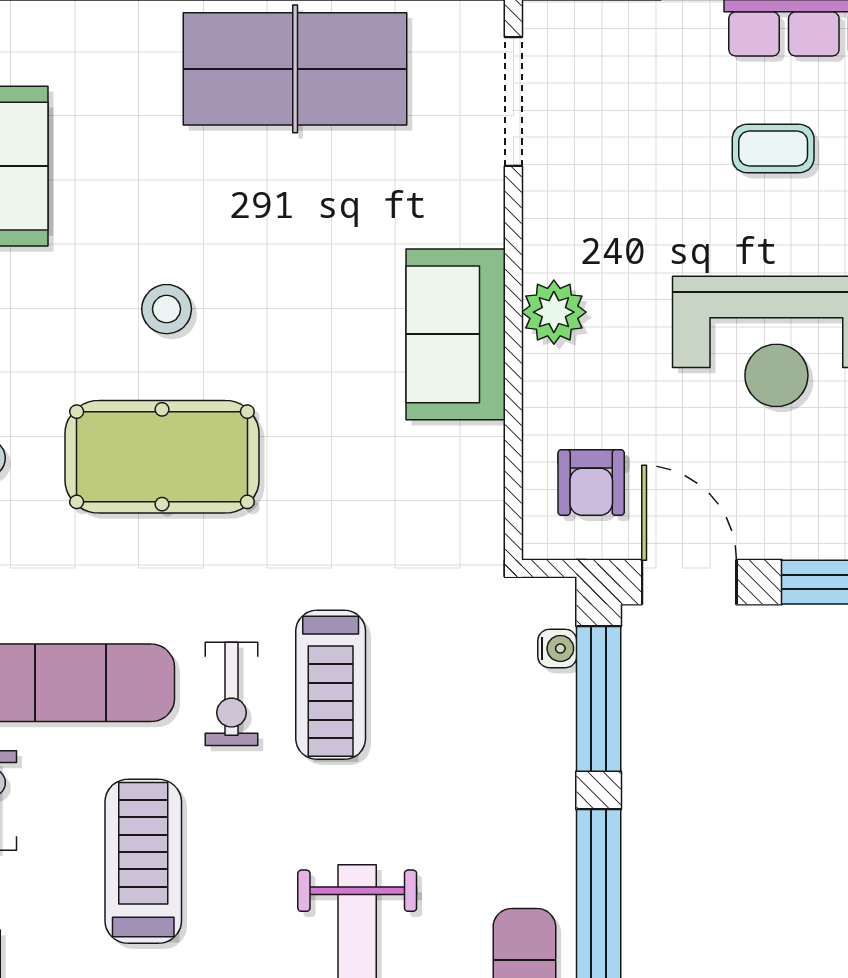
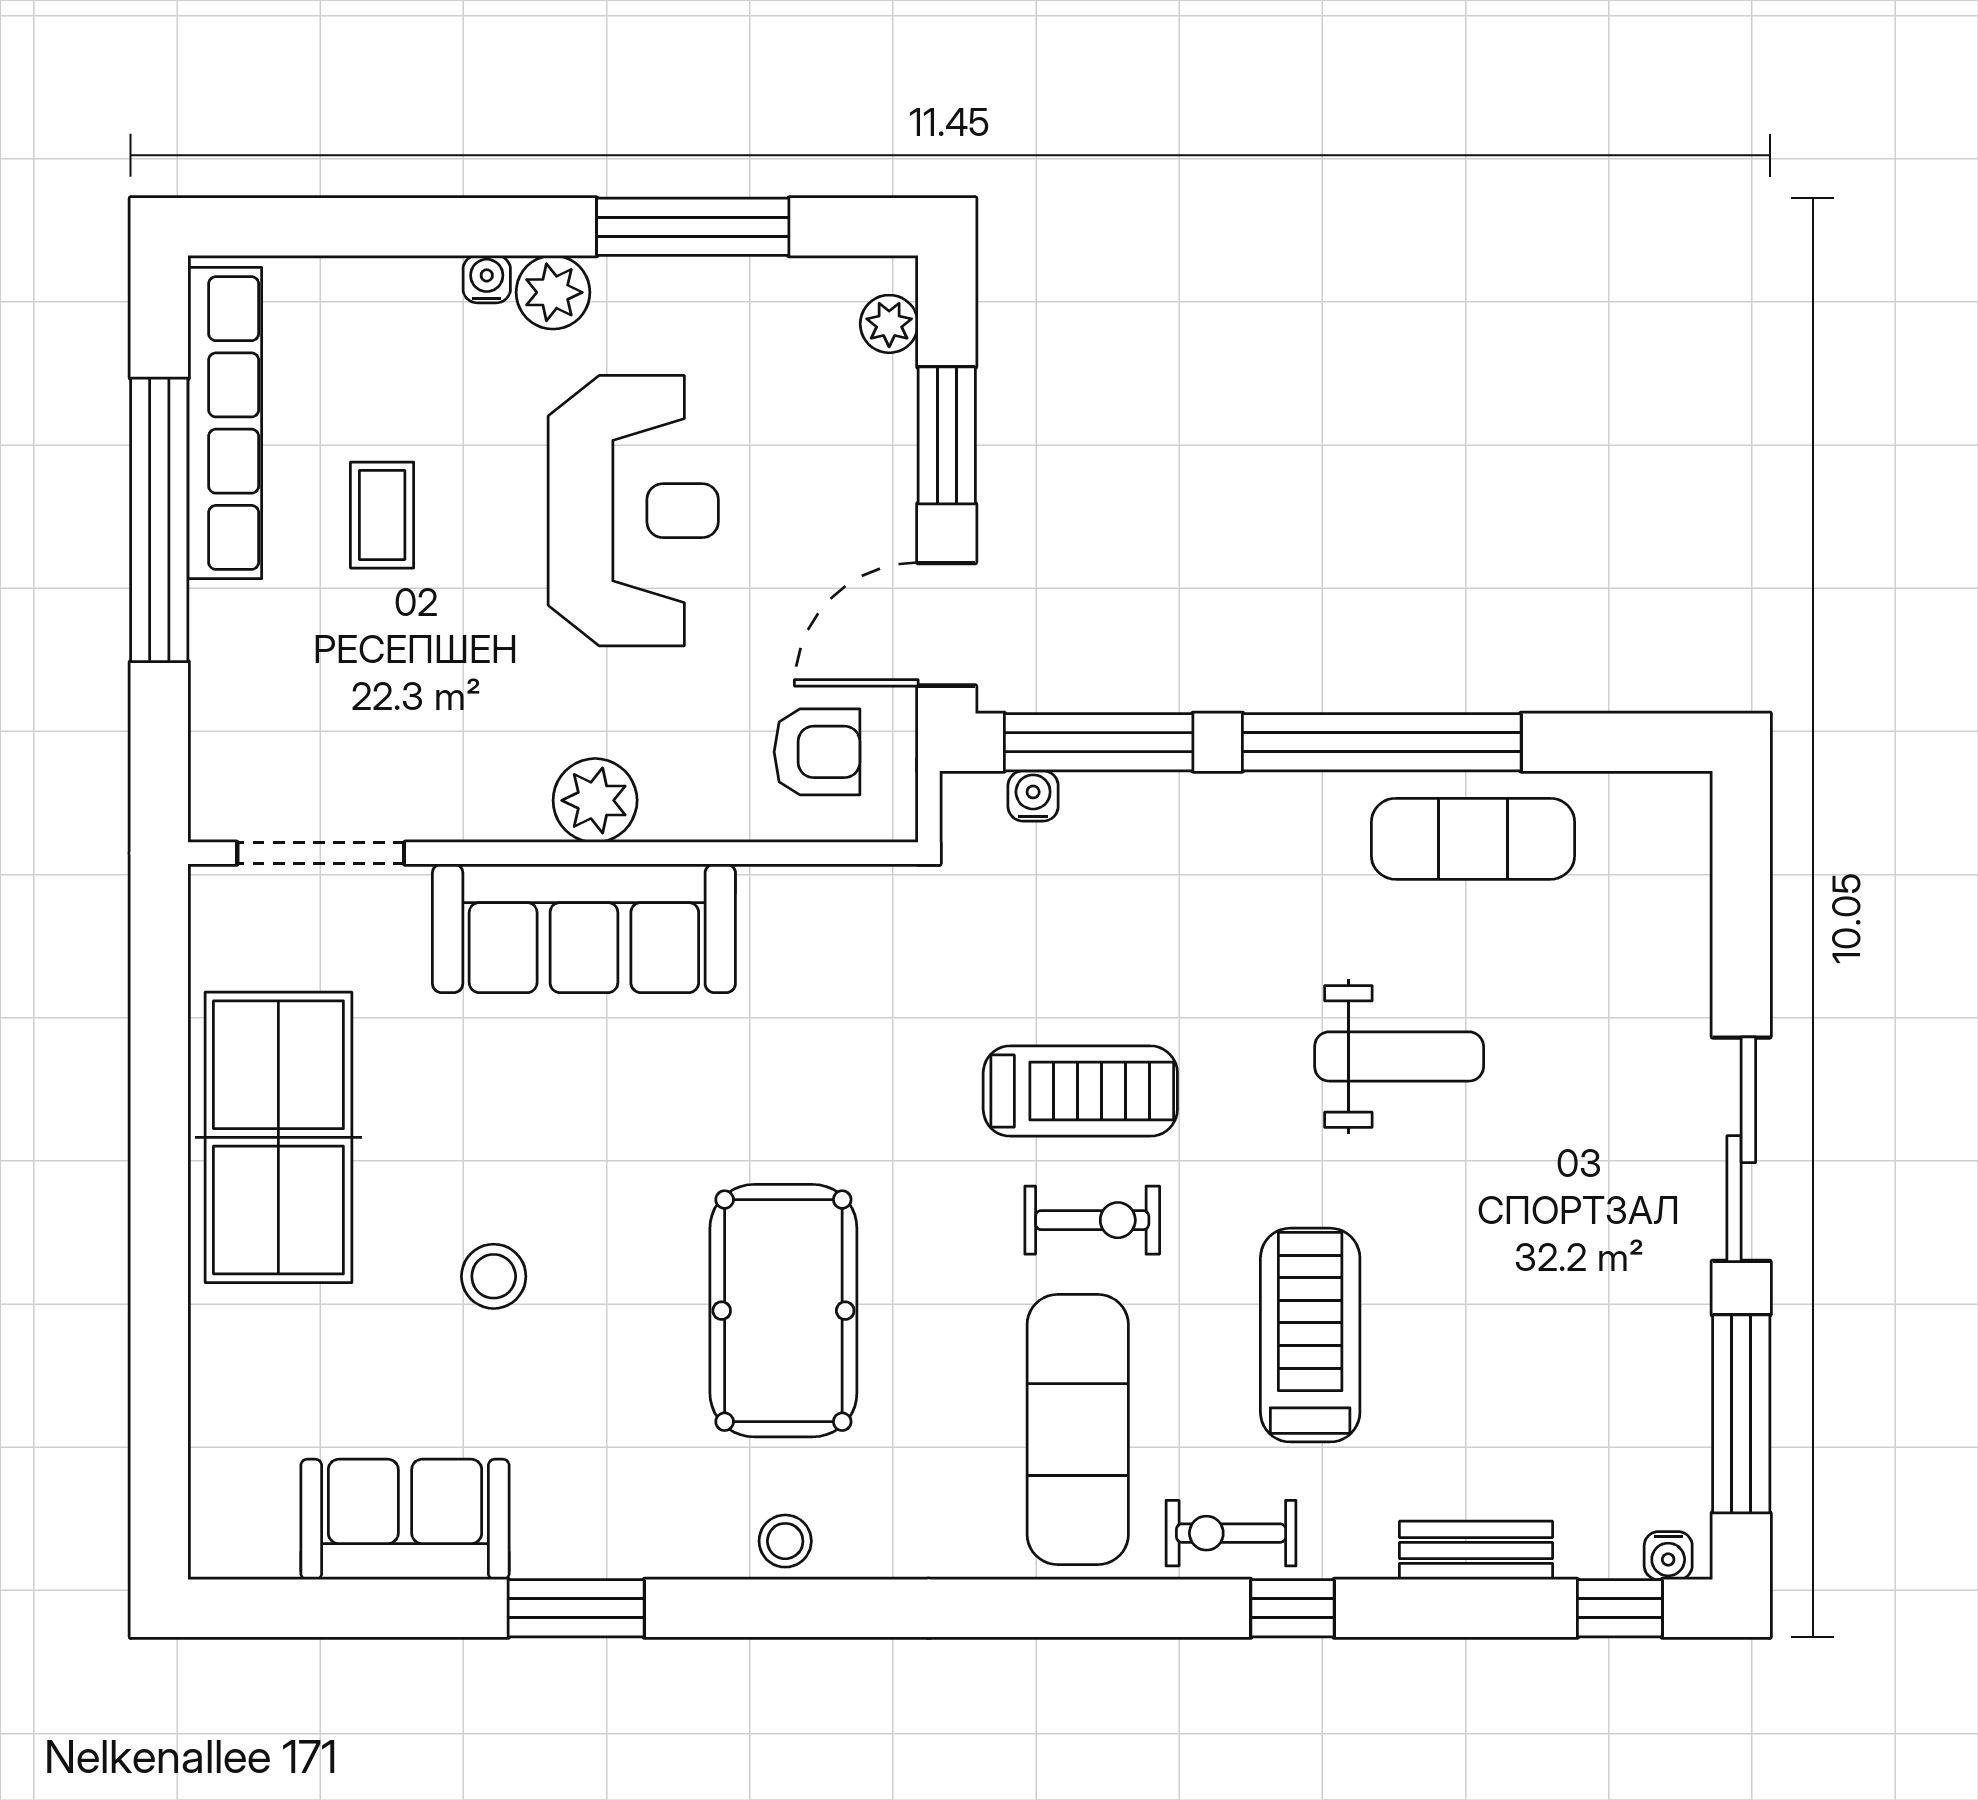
stool: (167, 309) -> (494, 1276), moved
sofa: (456, 334) -> (584, 928), width x1.36
treadmill: (143, 861) -> (1310, 1335), turned 90

